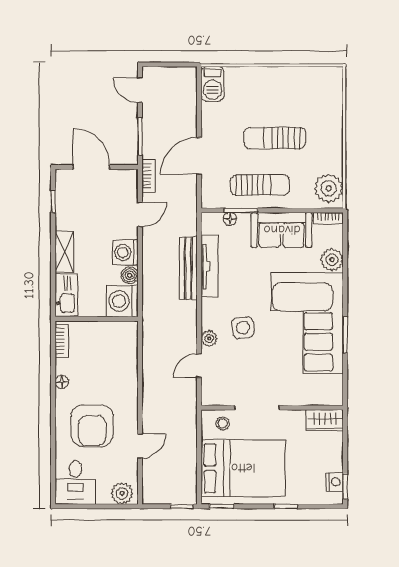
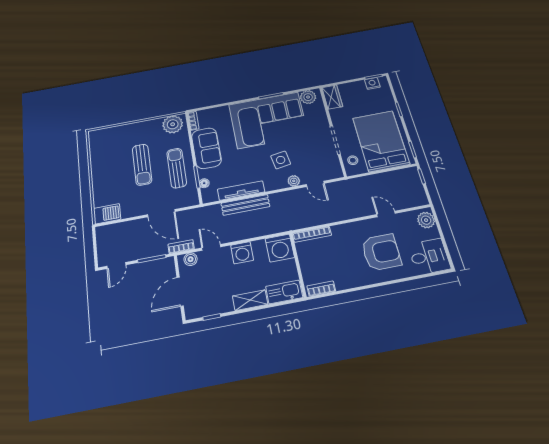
plant: (332, 260) -> (308, 97), moved
boiler: (130, 275) -> (191, 259), moved
bookcase: (132, 345) -> (312, 234), added
floor lamp: (62, 382) -> (354, 282), removed

